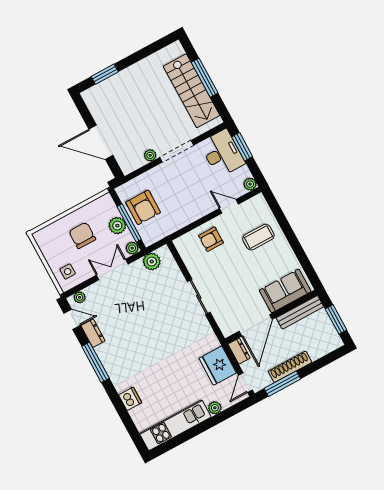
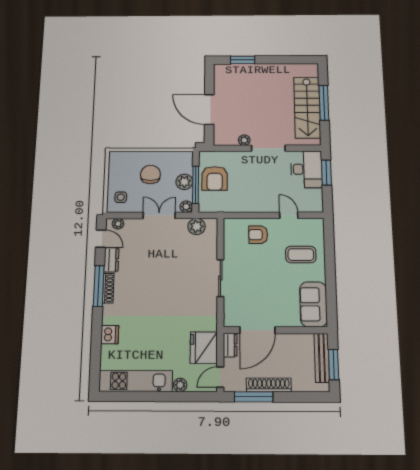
plant: (250, 184) -> (317, 206), removed
sofa: (285, 291) -> (313, 304), moved, turned -90
bench: (300, 312) -> (322, 358), moved, turned 90
shoe rack: (105, 360) -> (108, 288), added

